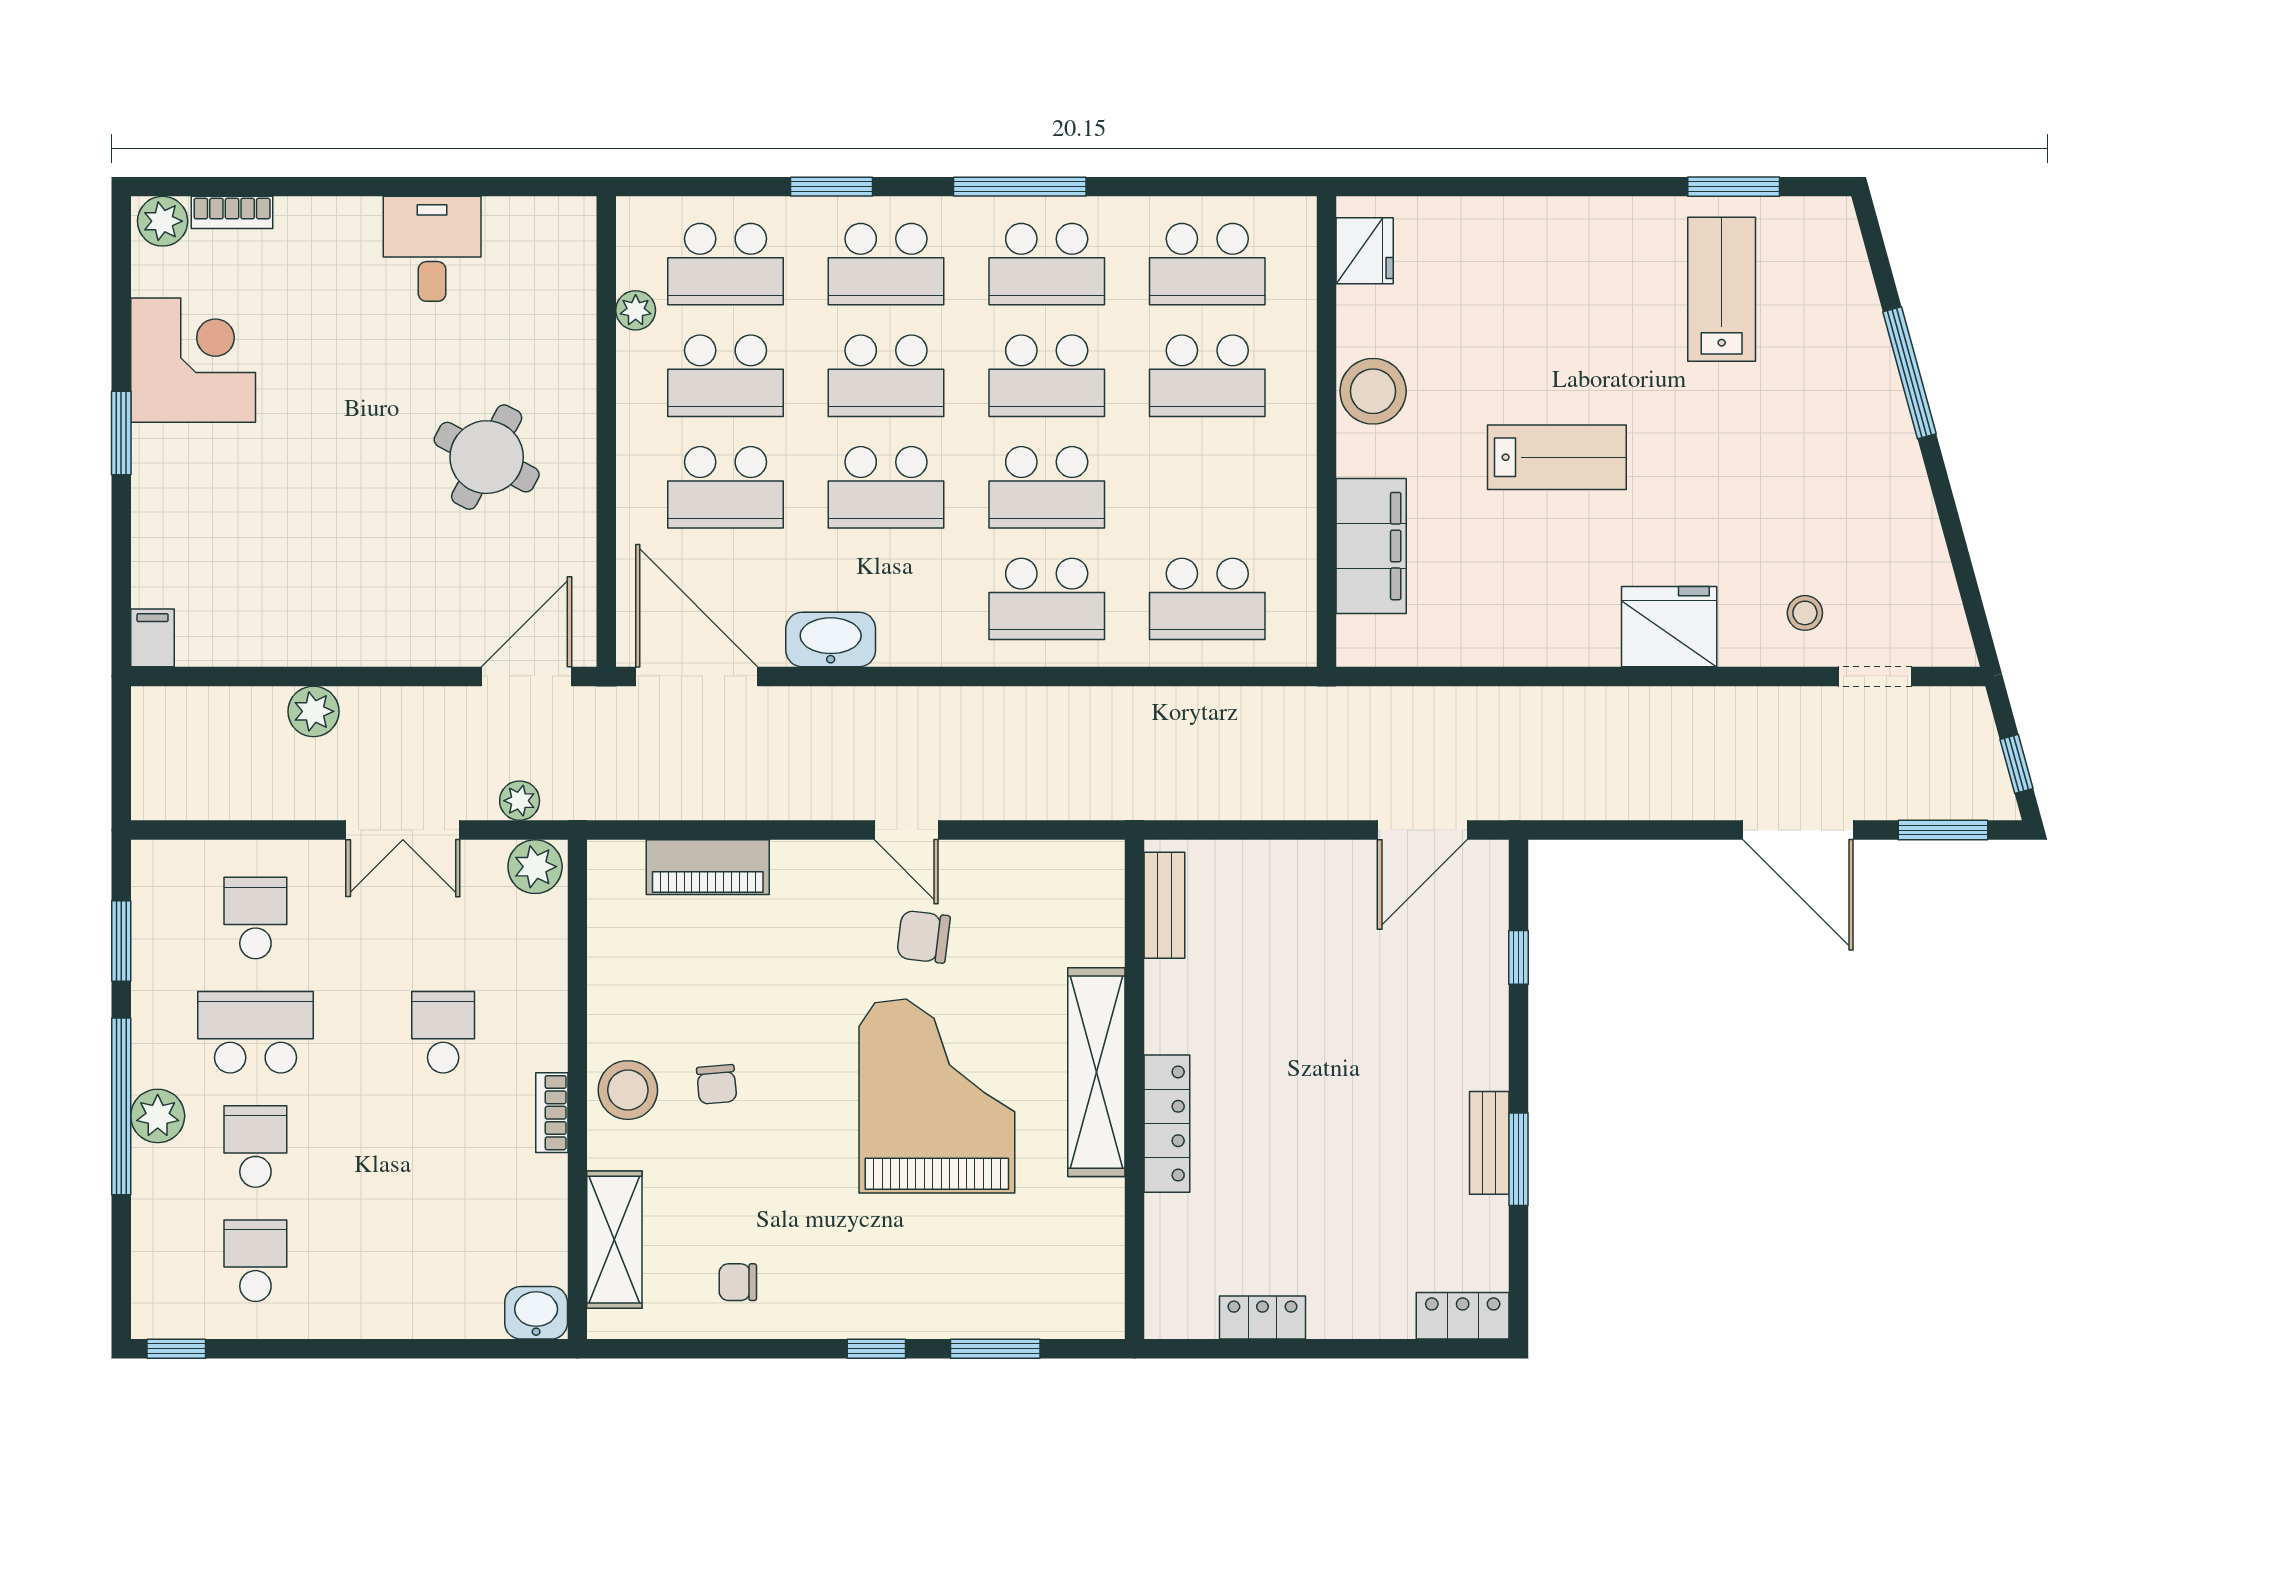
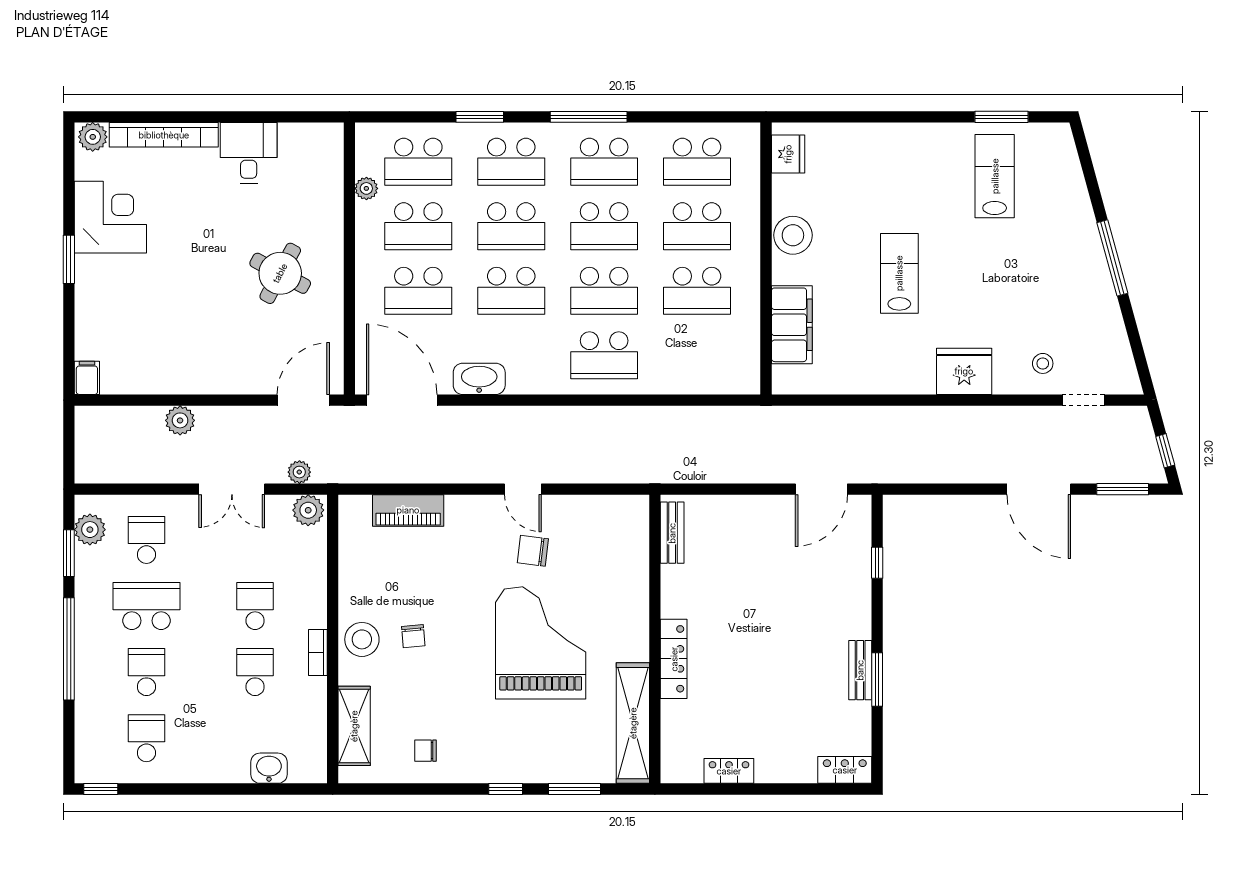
bookcase: (232, 212) -> (164, 135), width x2.31, depth x1.31
window: (1909, 373) -> (1112, 258), moved
lab bench: (1557, 457) -> (899, 273), turned -90
school desk: (1207, 599) -> (697, 291), moved
shelving: (1096, 1072) -> (633, 723), moved
plant: (158, 1116) -> (90, 530), moved
school desk: (443, 1146) -> (255, 672), added
washbasin: (536, 1313) -> (269, 768), moved

